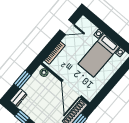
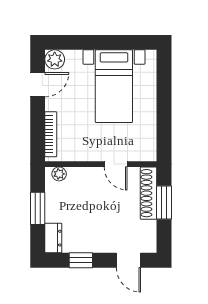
plant: (83, 23) -> (55, 59), added
door: (71, 89) -> (116, 164), width x0.53

